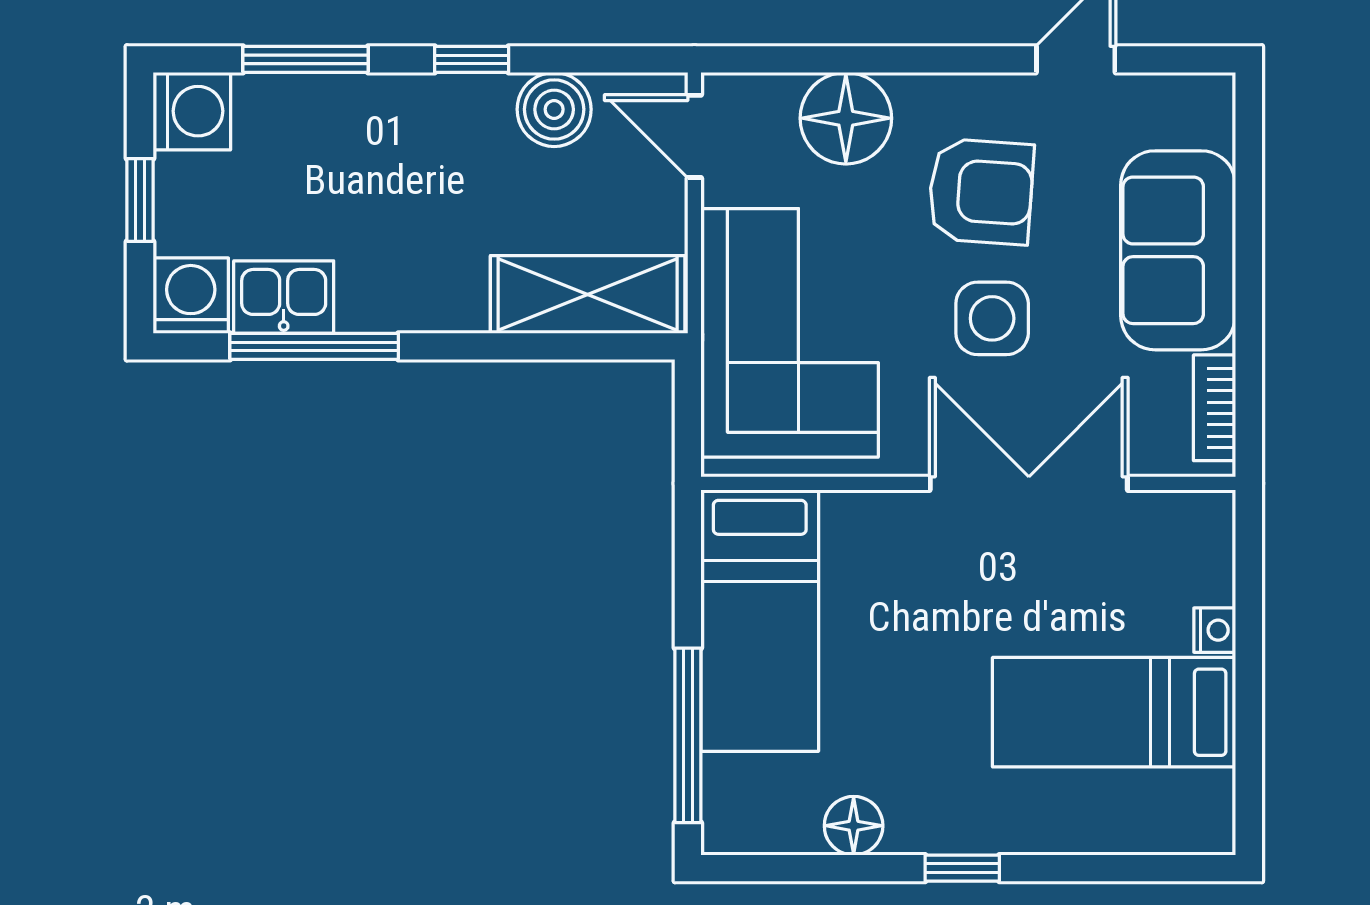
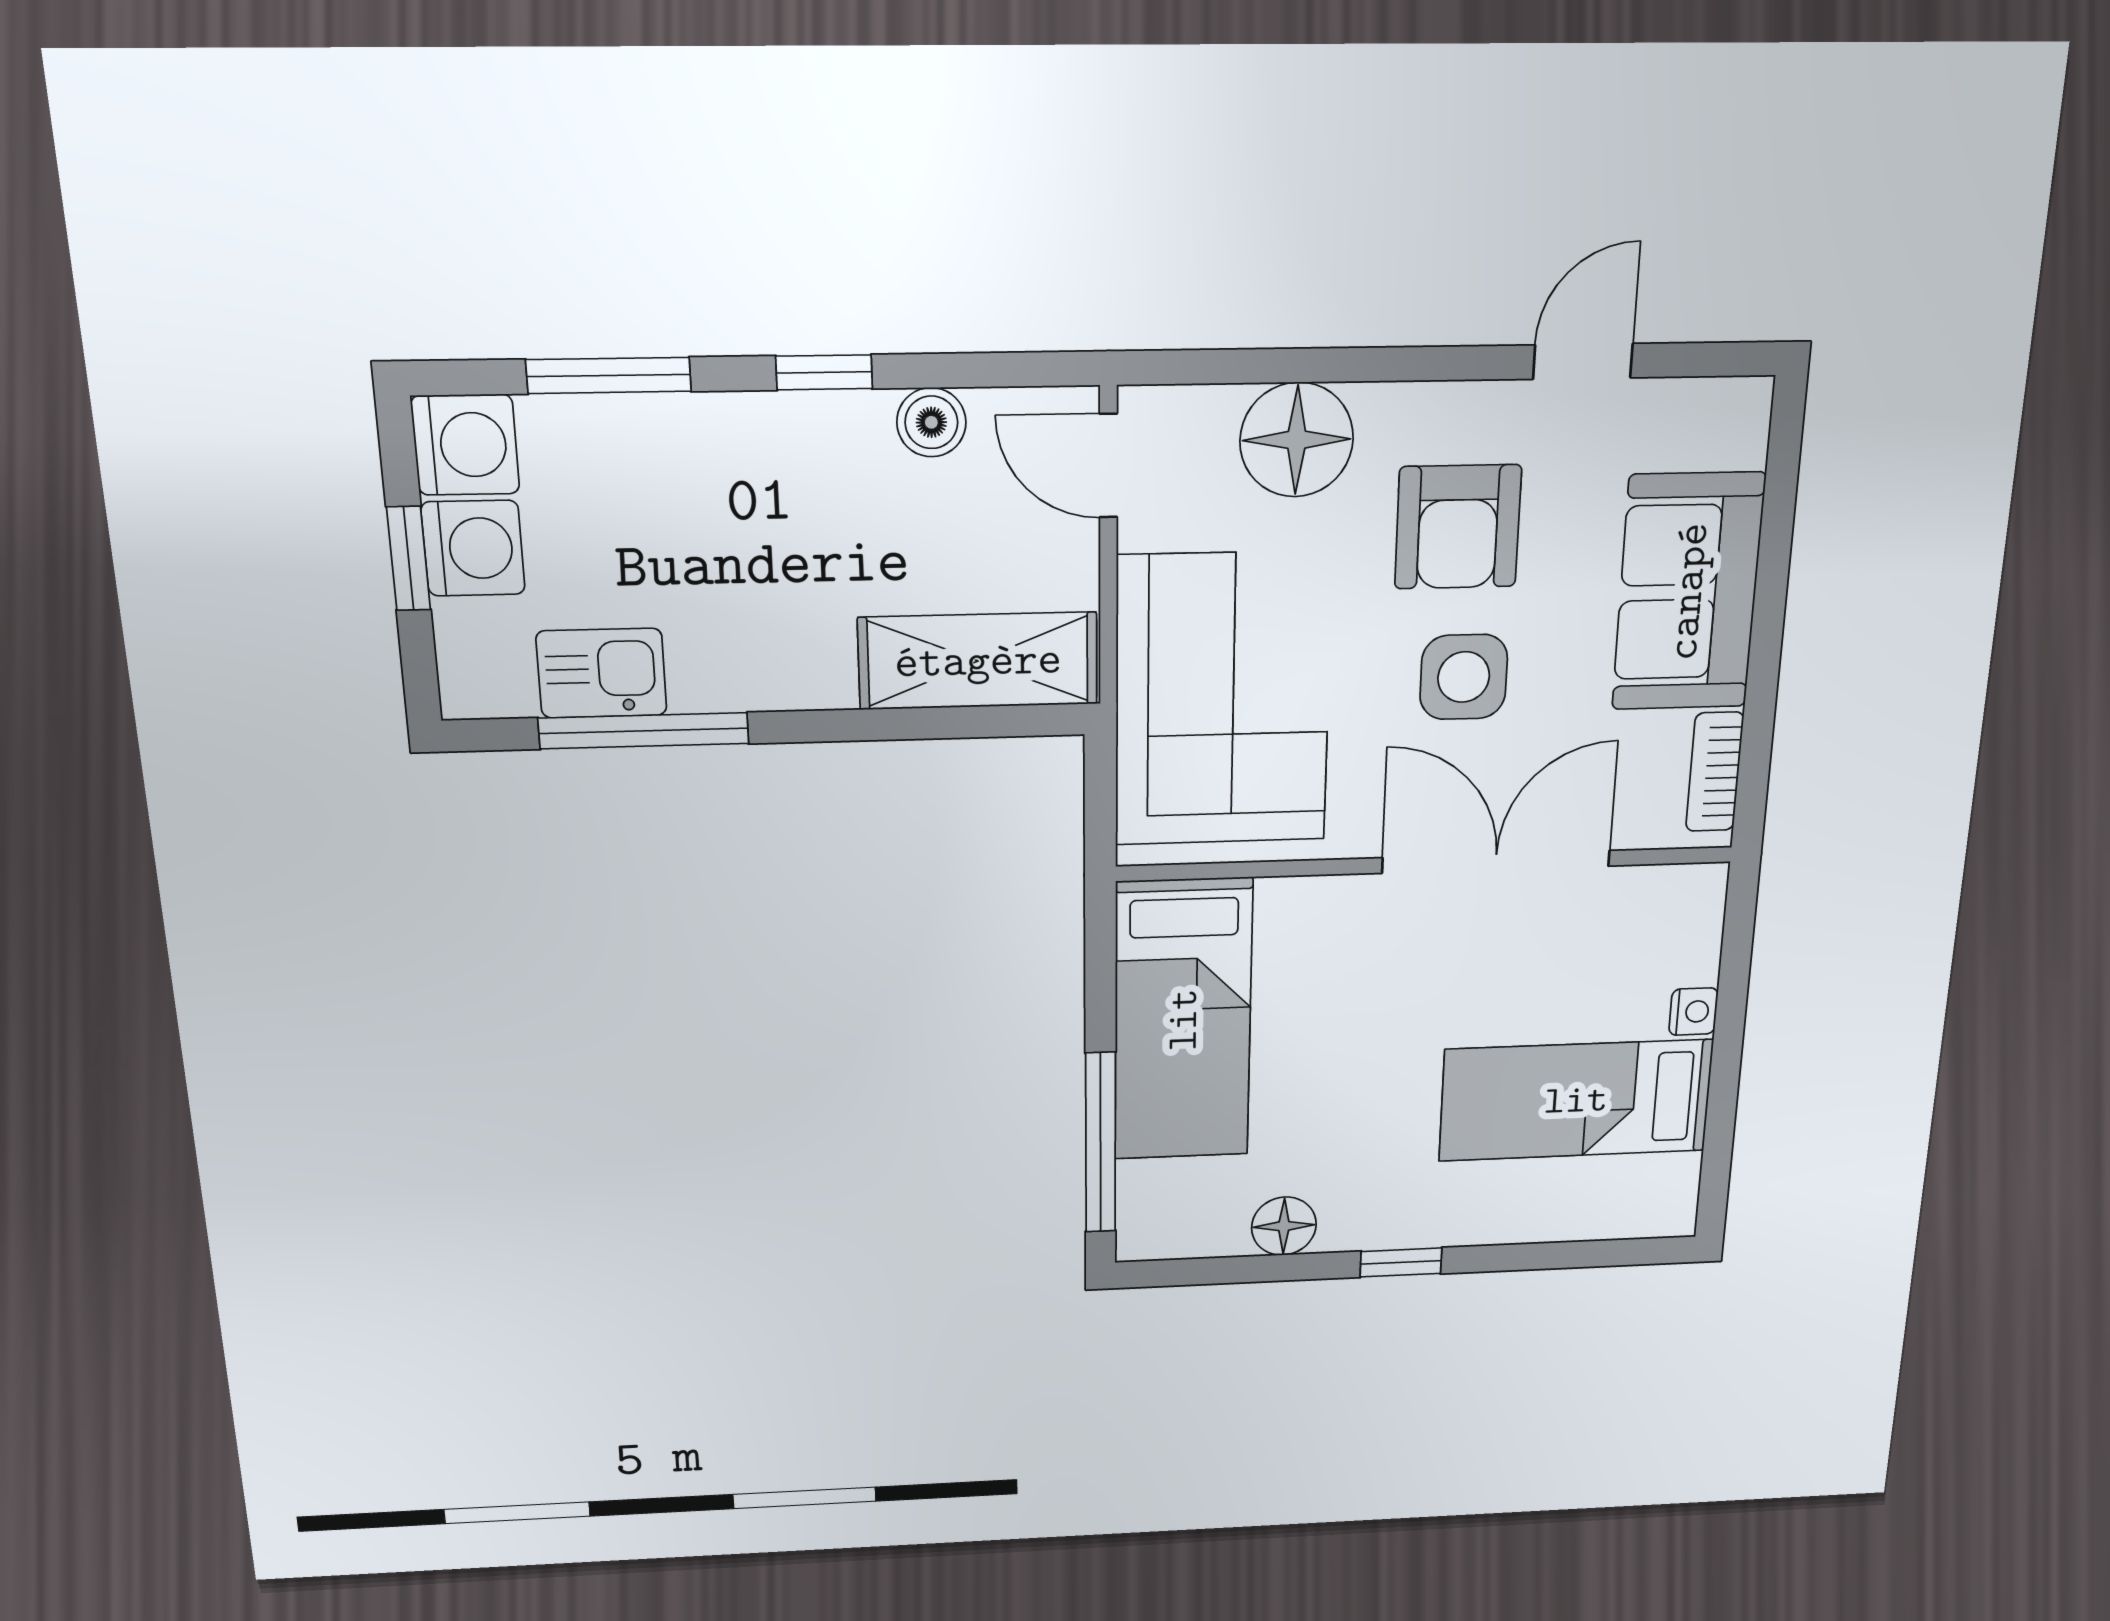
boiler: (554, 109) -> (931, 422), width x0.73, depth x0.73
armchair: (981, 192) -> (1458, 527), turned 86
washing machine: (191, 296) -> (473, 548), moved, turned 90

